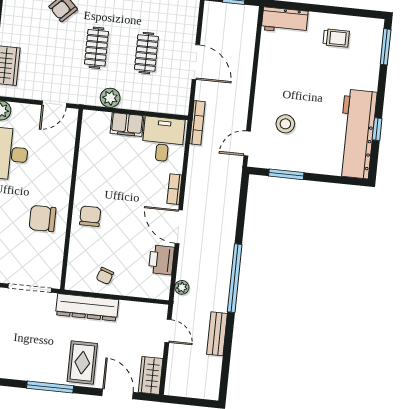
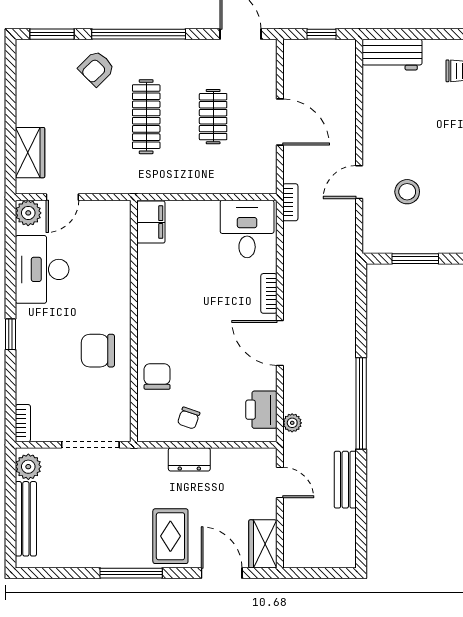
clothes rail: (96, 48) -> (146, 117), width x1.36
plant: (110, 98) -> (171, 181), removed
door: (54, 104) -> (62, 197), moved
bookcase: (197, 123) -> (290, 202), width x0.64
filing cabinet: (127, 124) -> (151, 222), moved, turned -90
door: (247, 144) -> (359, 182), moved
chair: (90, 216) -> (157, 376), moved
printer: (161, 260) -> (261, 410), moved
dresser: (87, 307) -> (189, 459), width x0.51, depth x0.80

